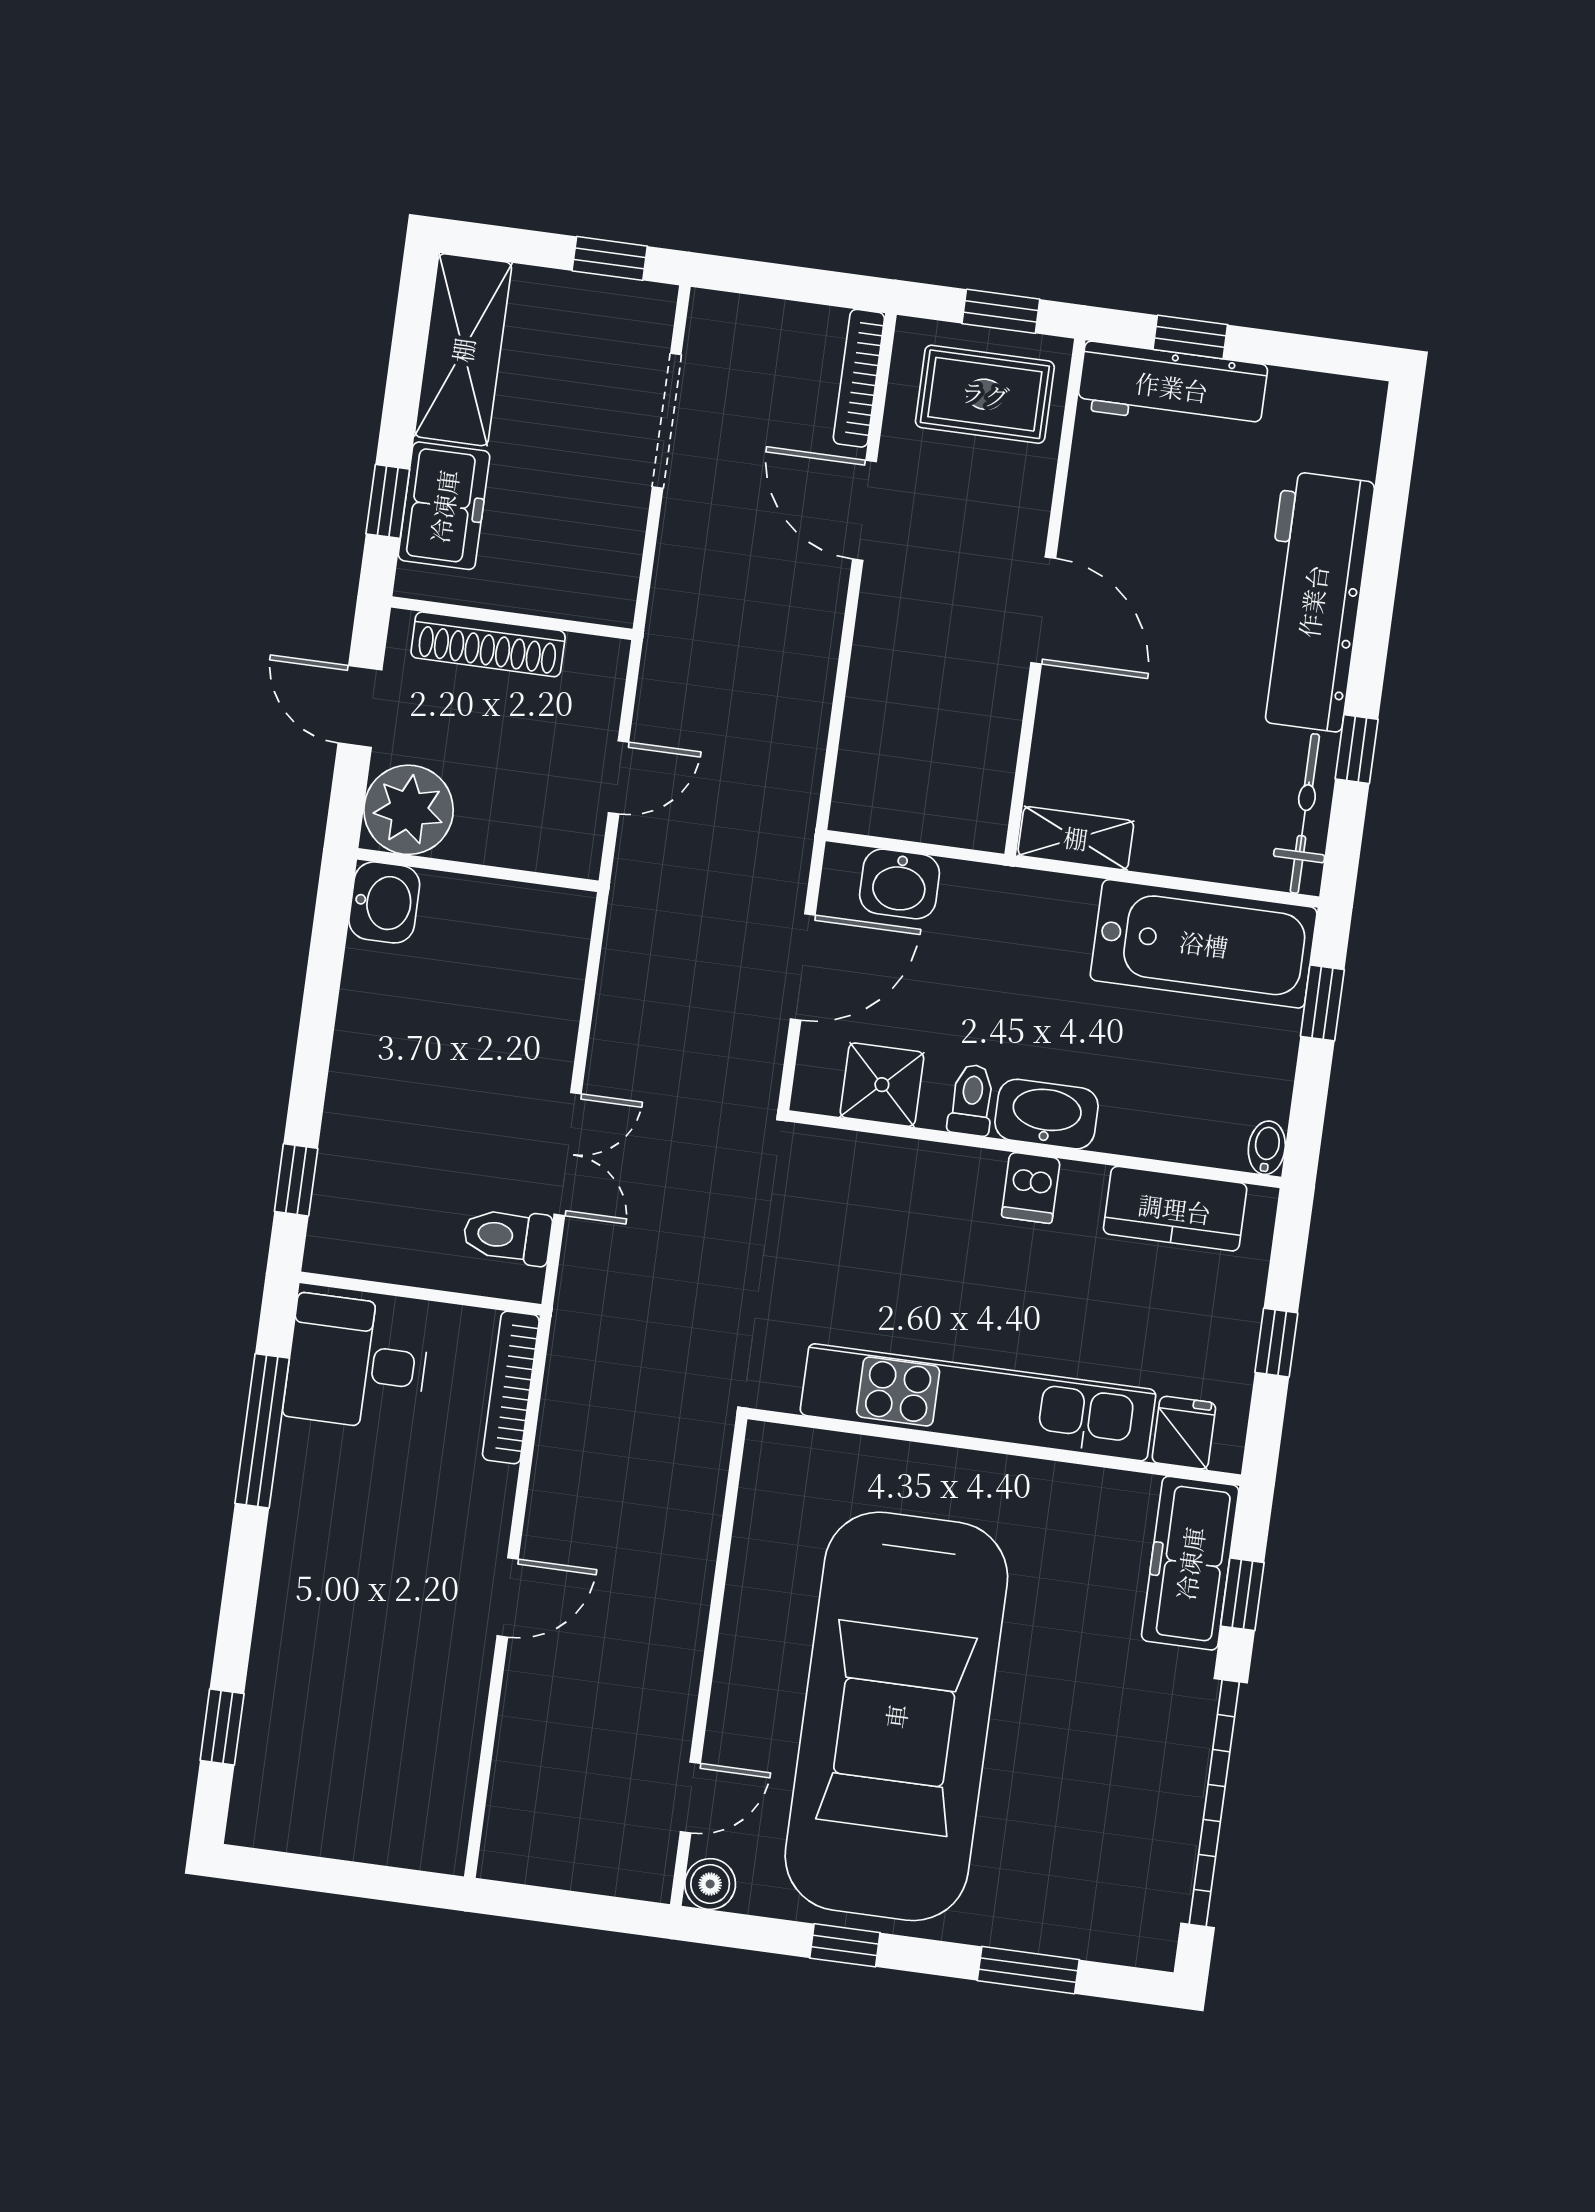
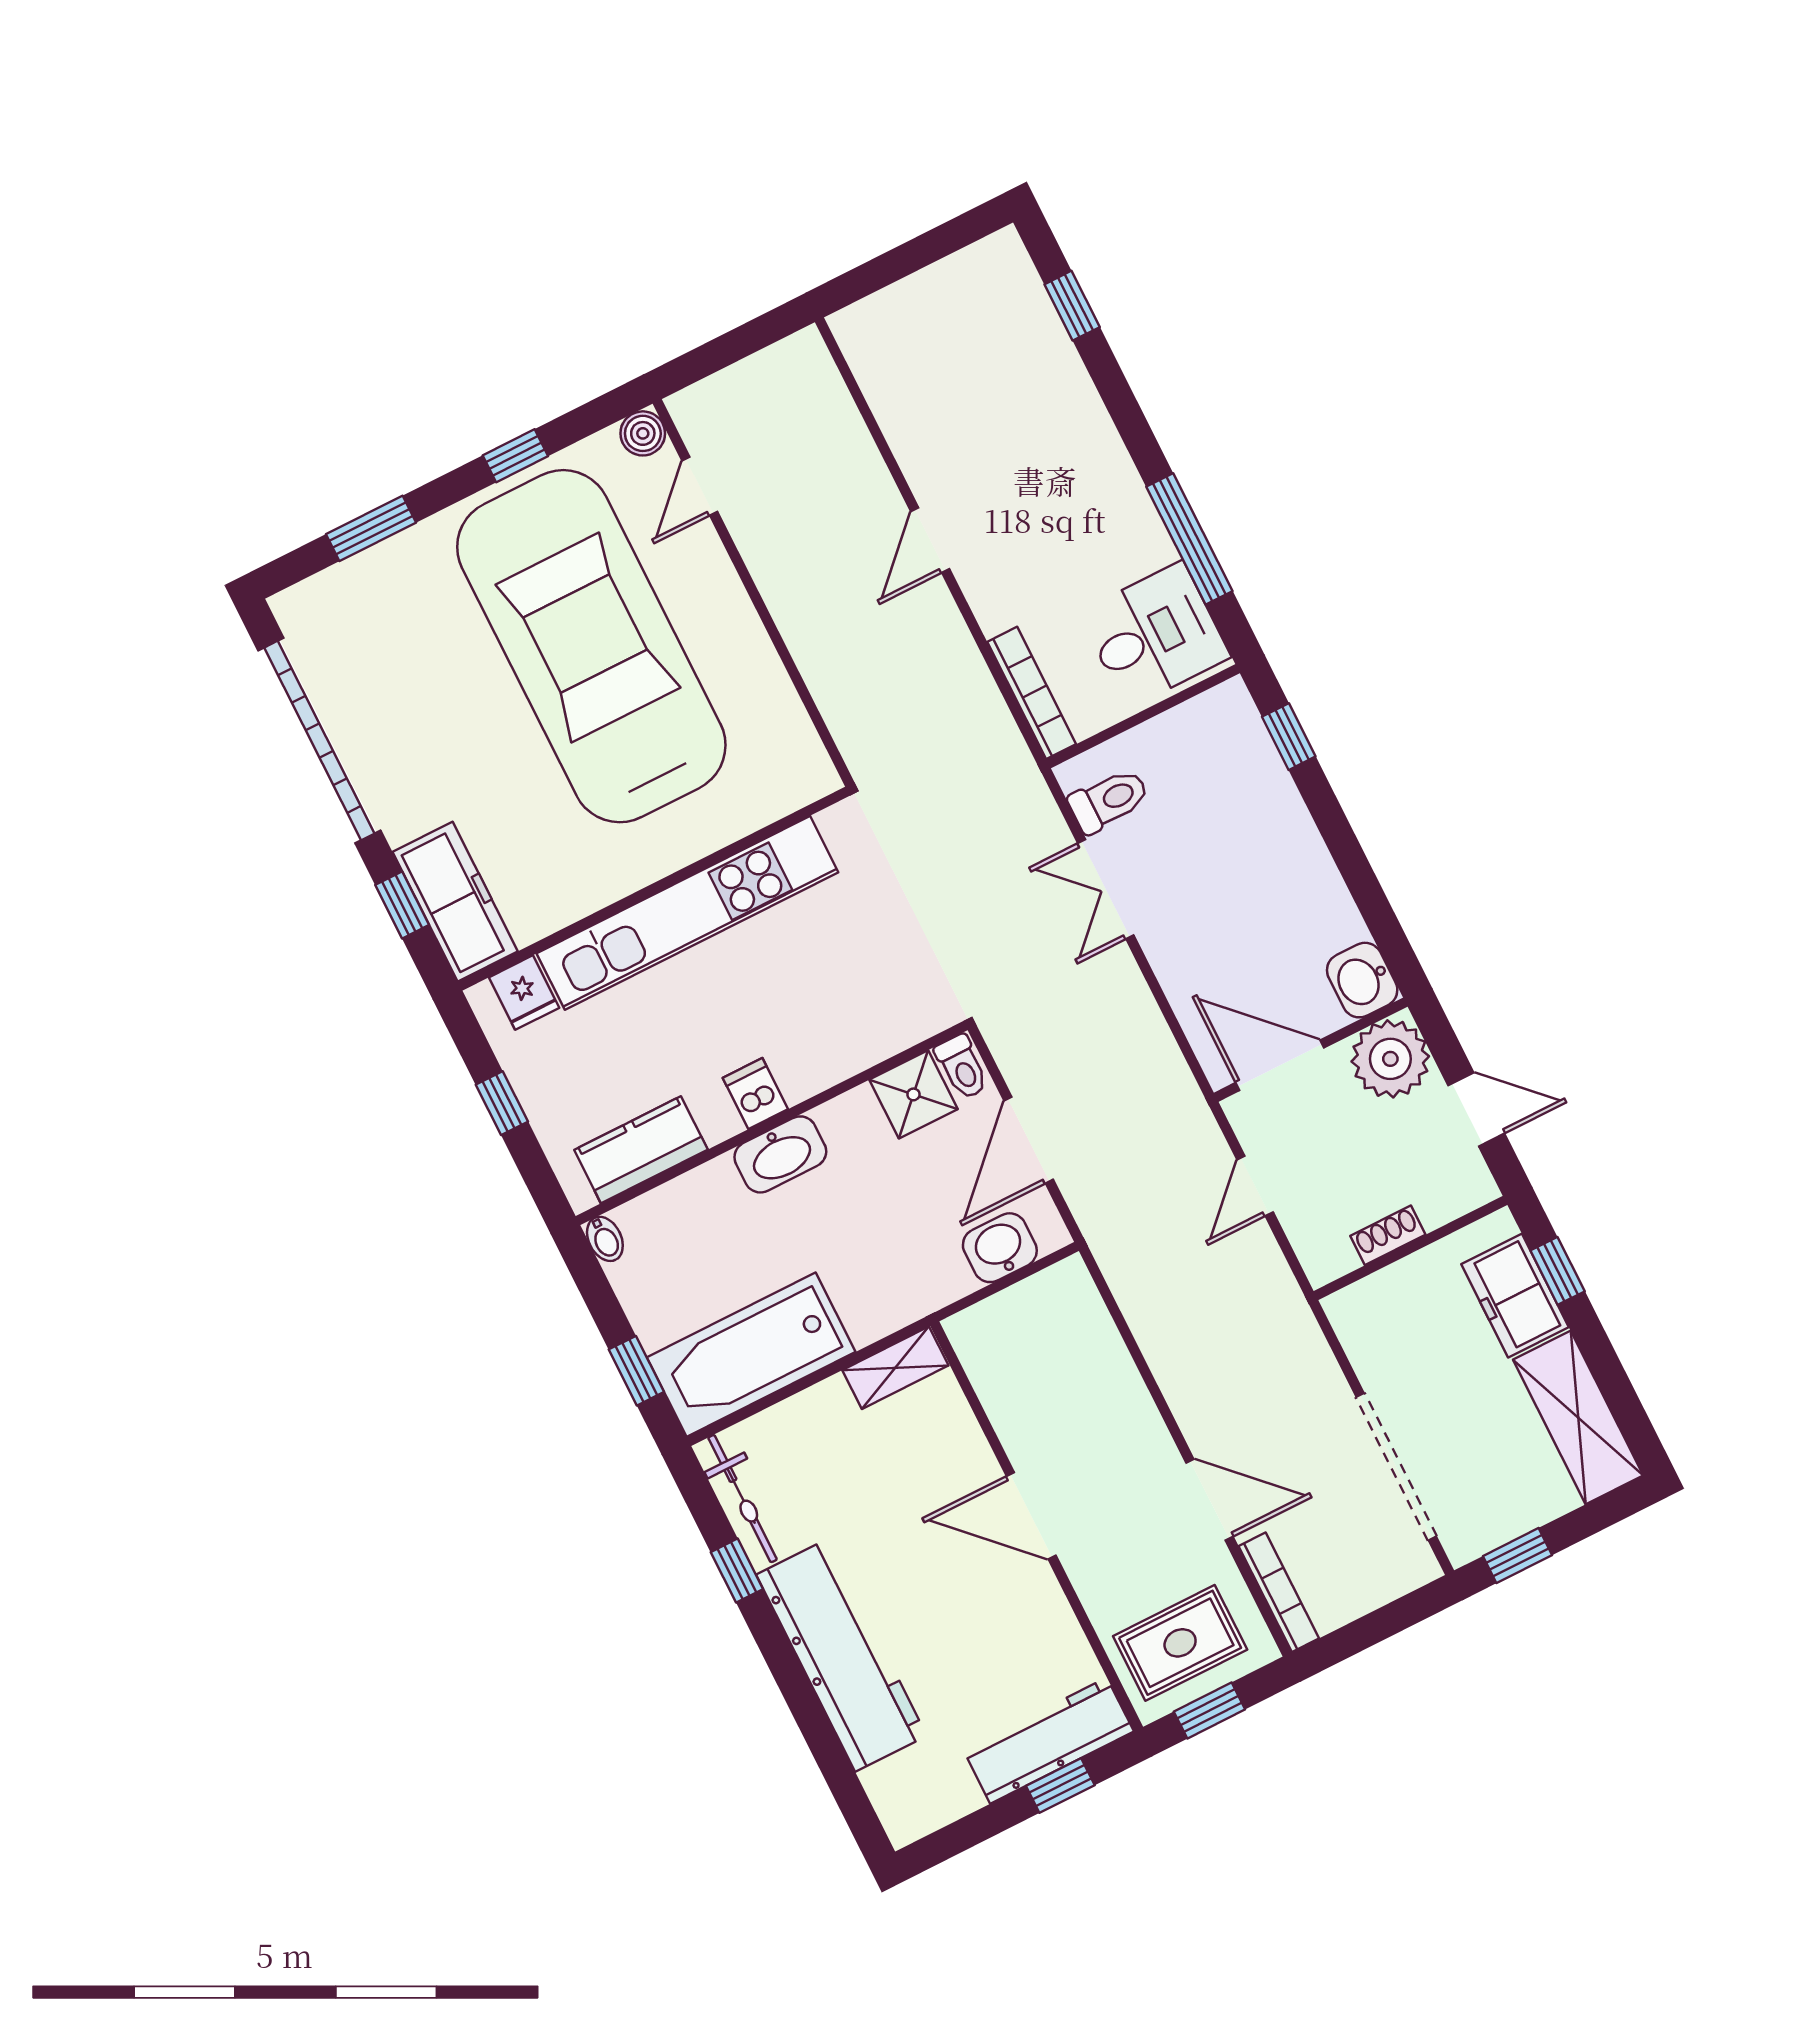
doorway: (667, 421) -> (1396, 1467), width x1.36
shoe rack: (488, 644) -> (1388, 1235), width x0.51, depth x0.81
door: (517, 875) -> (1280, 1065), added
toilet: (972, 1100) -> (962, 1067), moved

